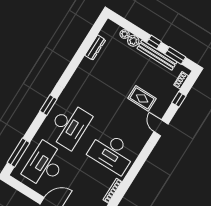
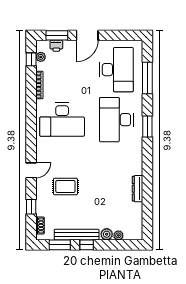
dresser: (95, 48) -> (137, 189), moved
door: (161, 128) -> (31, 170), hinge flipped
desk: (112, 152) -> (62, 120), turned 180
window: (19, 153) -> (147, 78), moved

